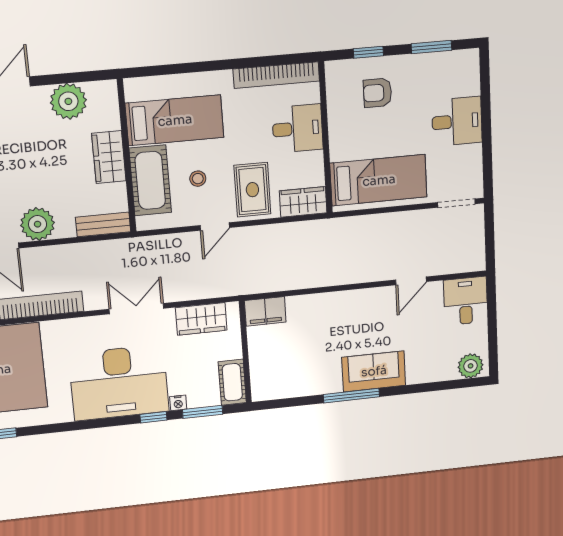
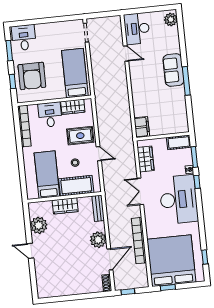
armchair: (378, 93) -> (32, 76), width x1.88, depth x1.88
desk: (457, 121) -> (24, 38), moved
wardrobe: (303, 202) -> (73, 107), moved, turned -90
desk: (466, 301) -> (137, 29), width x1.37

